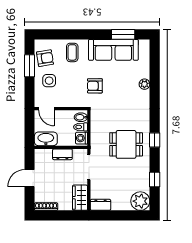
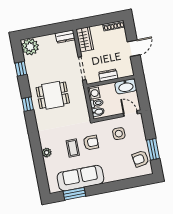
coffee table: (72, 52) -> (73, 148), moved
side table: (49, 81) -> (119, 134), moved

